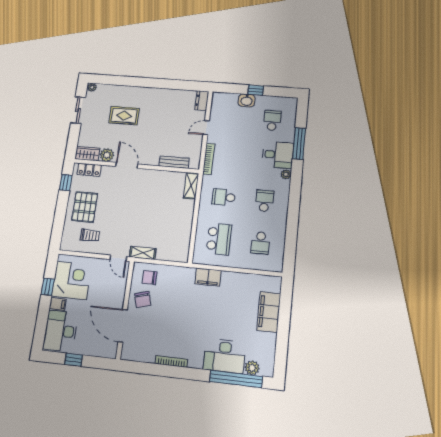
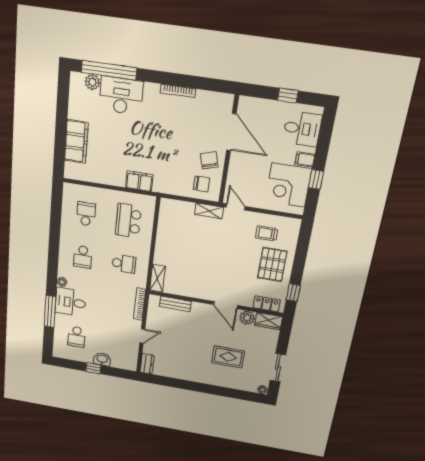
desk: (61, 331) -> (302, 129), width x0.73

